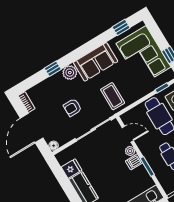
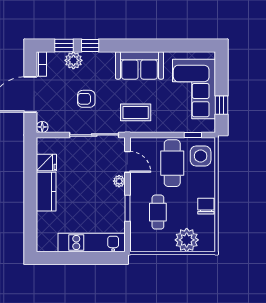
window: (121, 27) -> (64, 46), moved
plant: (70, 73) -> (73, 60), moved
coffee table: (113, 96) -> (136, 112), turned 90
dishwasher: (134, 162) -> (117, 195), removed

